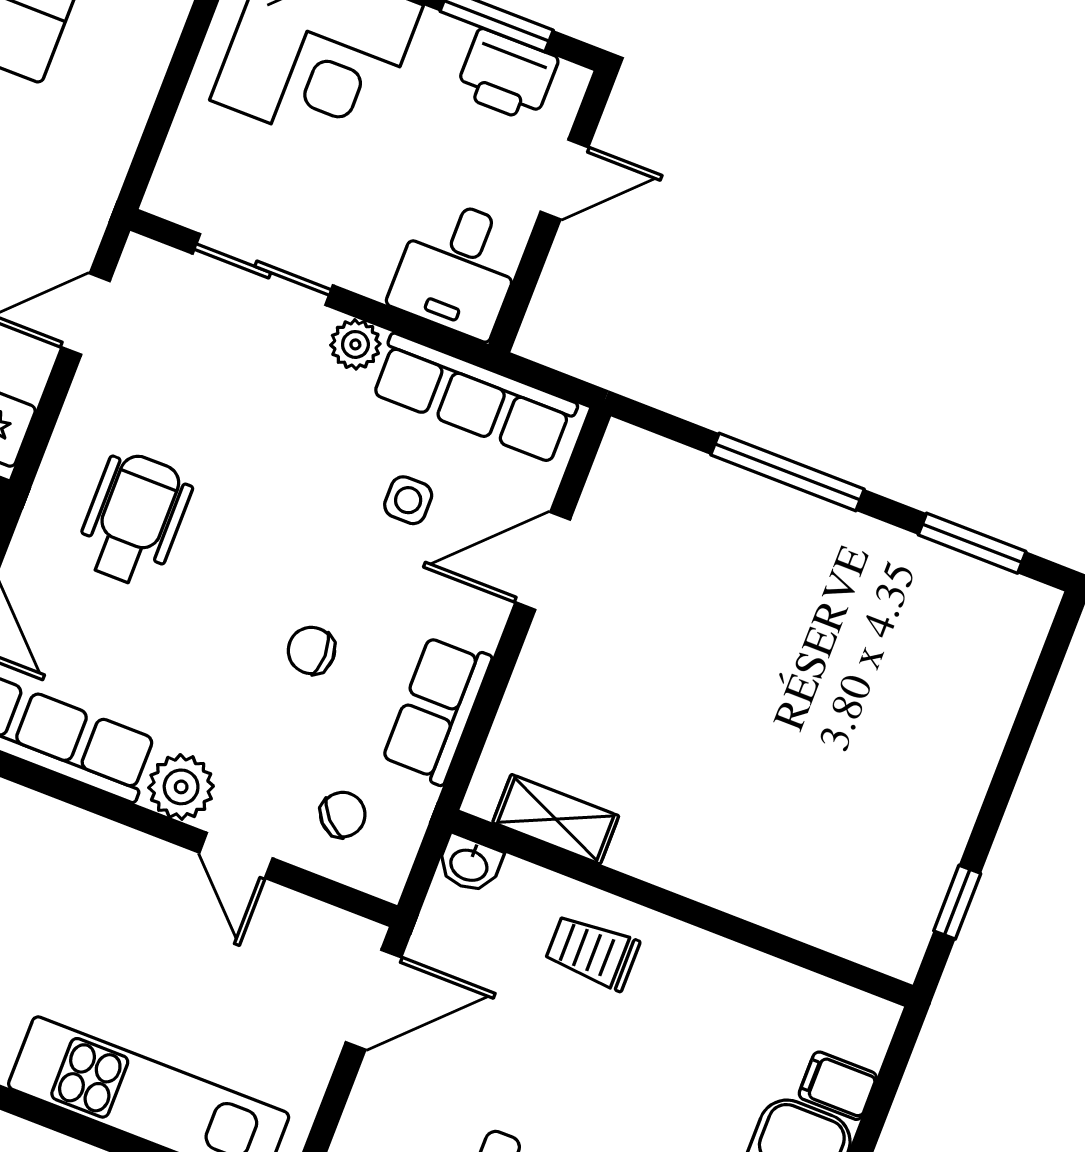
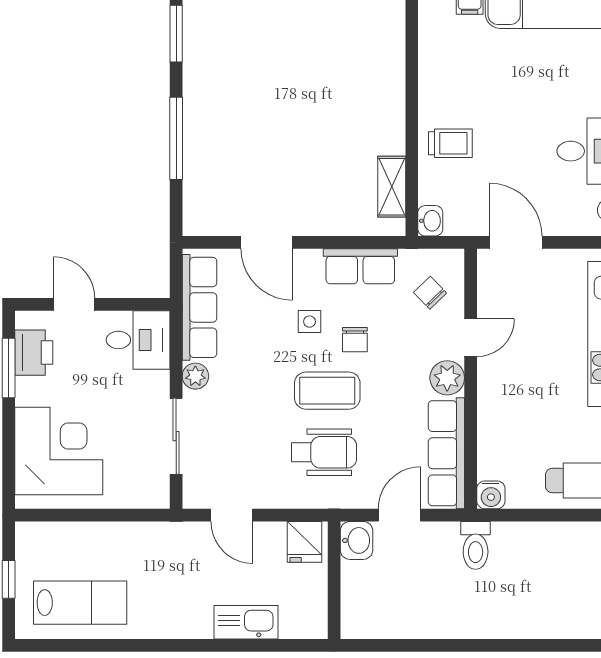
side table: (408, 500) -> (310, 322), moved
wheelchair: (134, 519) -> (324, 452), turned 180
coffee table: (240, 567) -> (327, 391), added
trolley: (592, 952) -> (450, 143), turned -90

